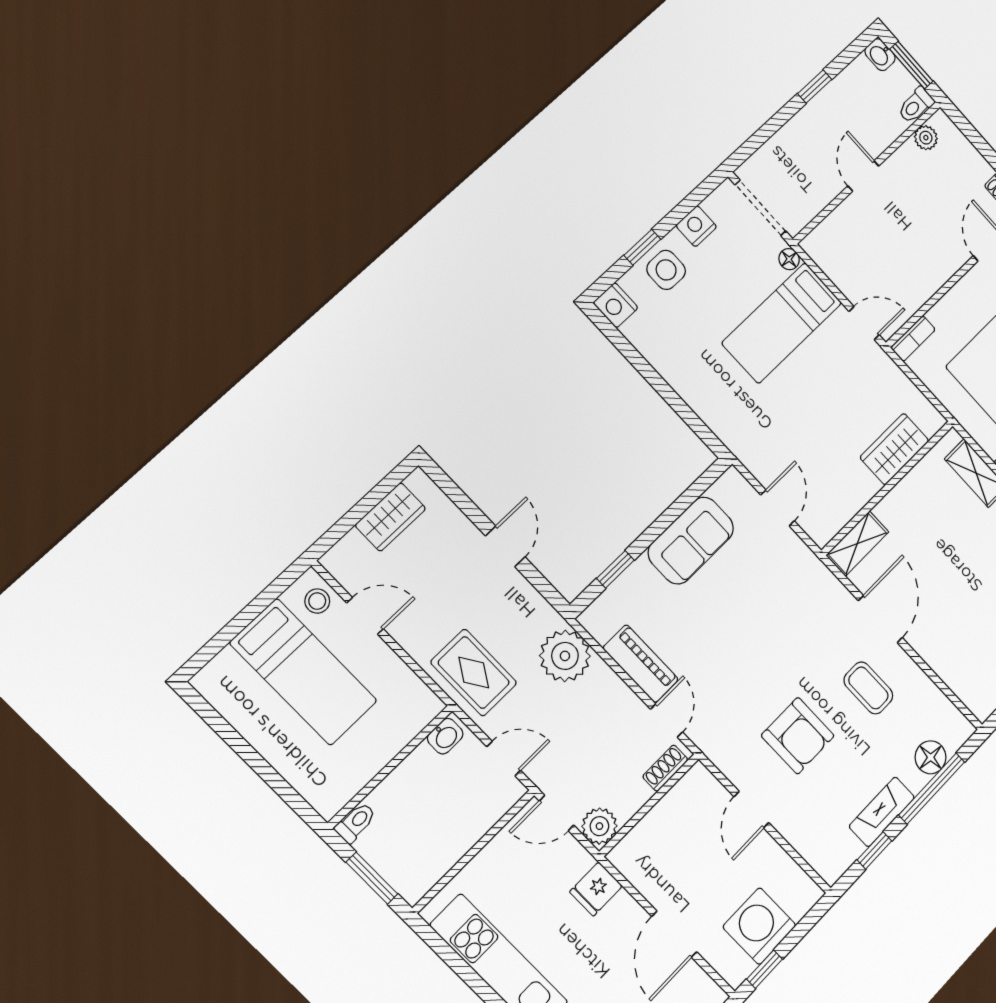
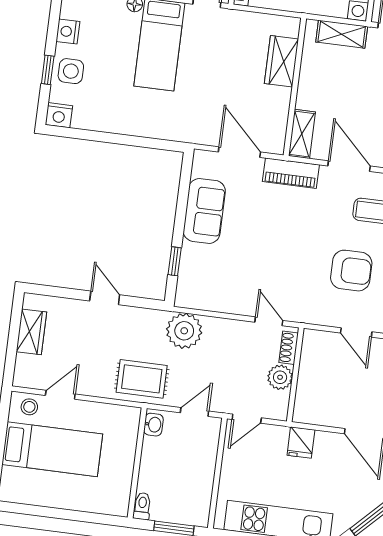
door: (778, 508) -> (239, 152), width x1.38
piano: (641, 664) -> (291, 173), moved, turned 180
plant: (599, 826) -> (280, 377), moved

